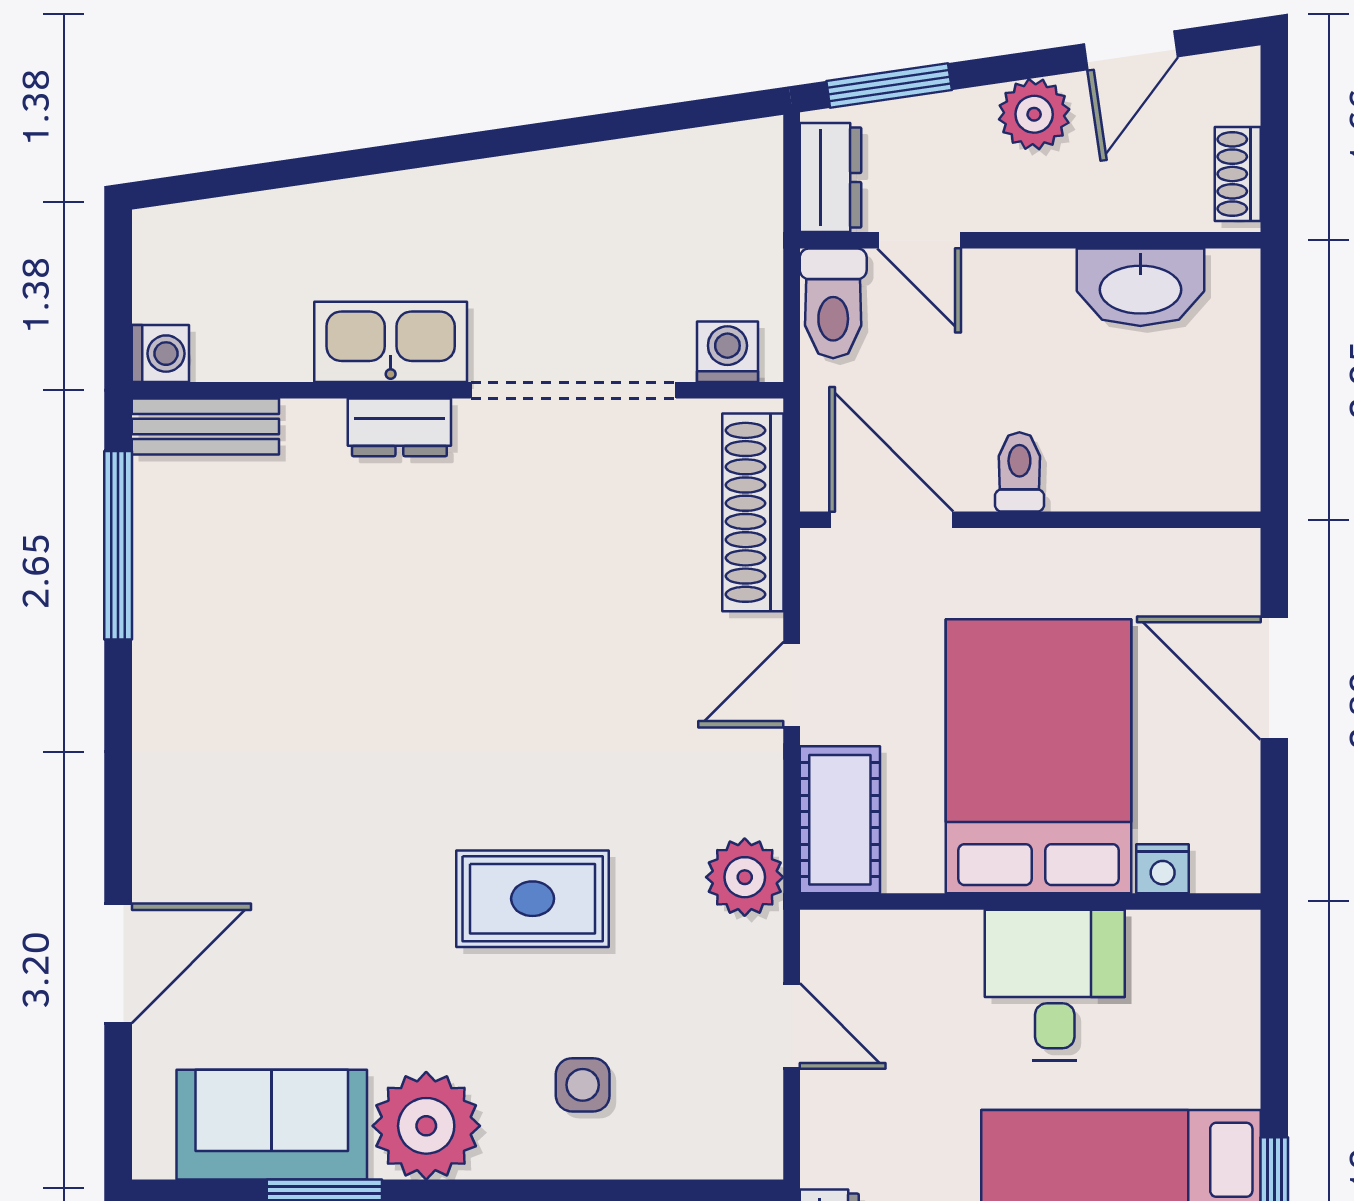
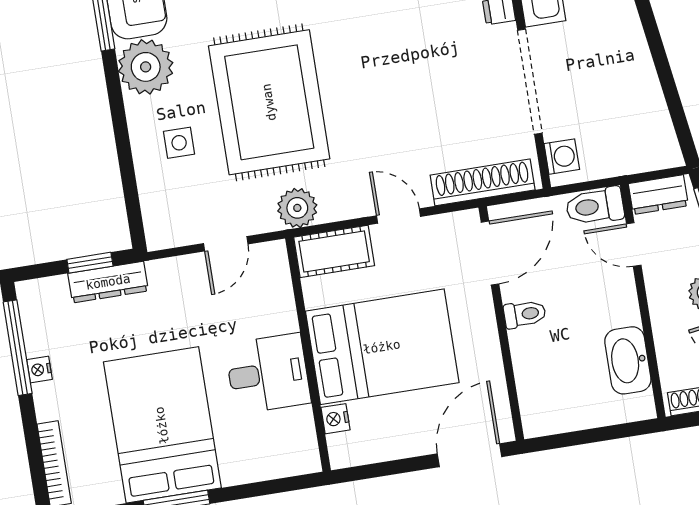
door: (919, 240) -> (634, 245), hinge flipped
door: (1274, 678) -> (470, 455), moved
rug: (533, 899) -> (269, 102), width x1.86, depth x2.06

